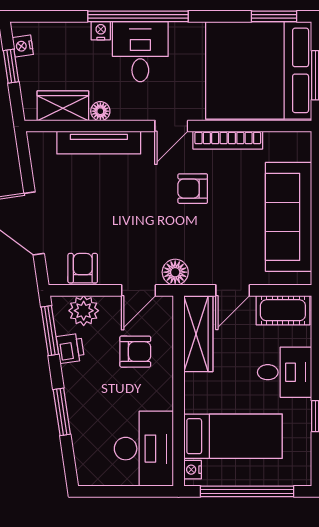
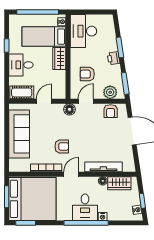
wardrobe: (198, 334) -> (59, 58), moved, width x0.67
printer: (70, 348) -> (114, 58), moved

